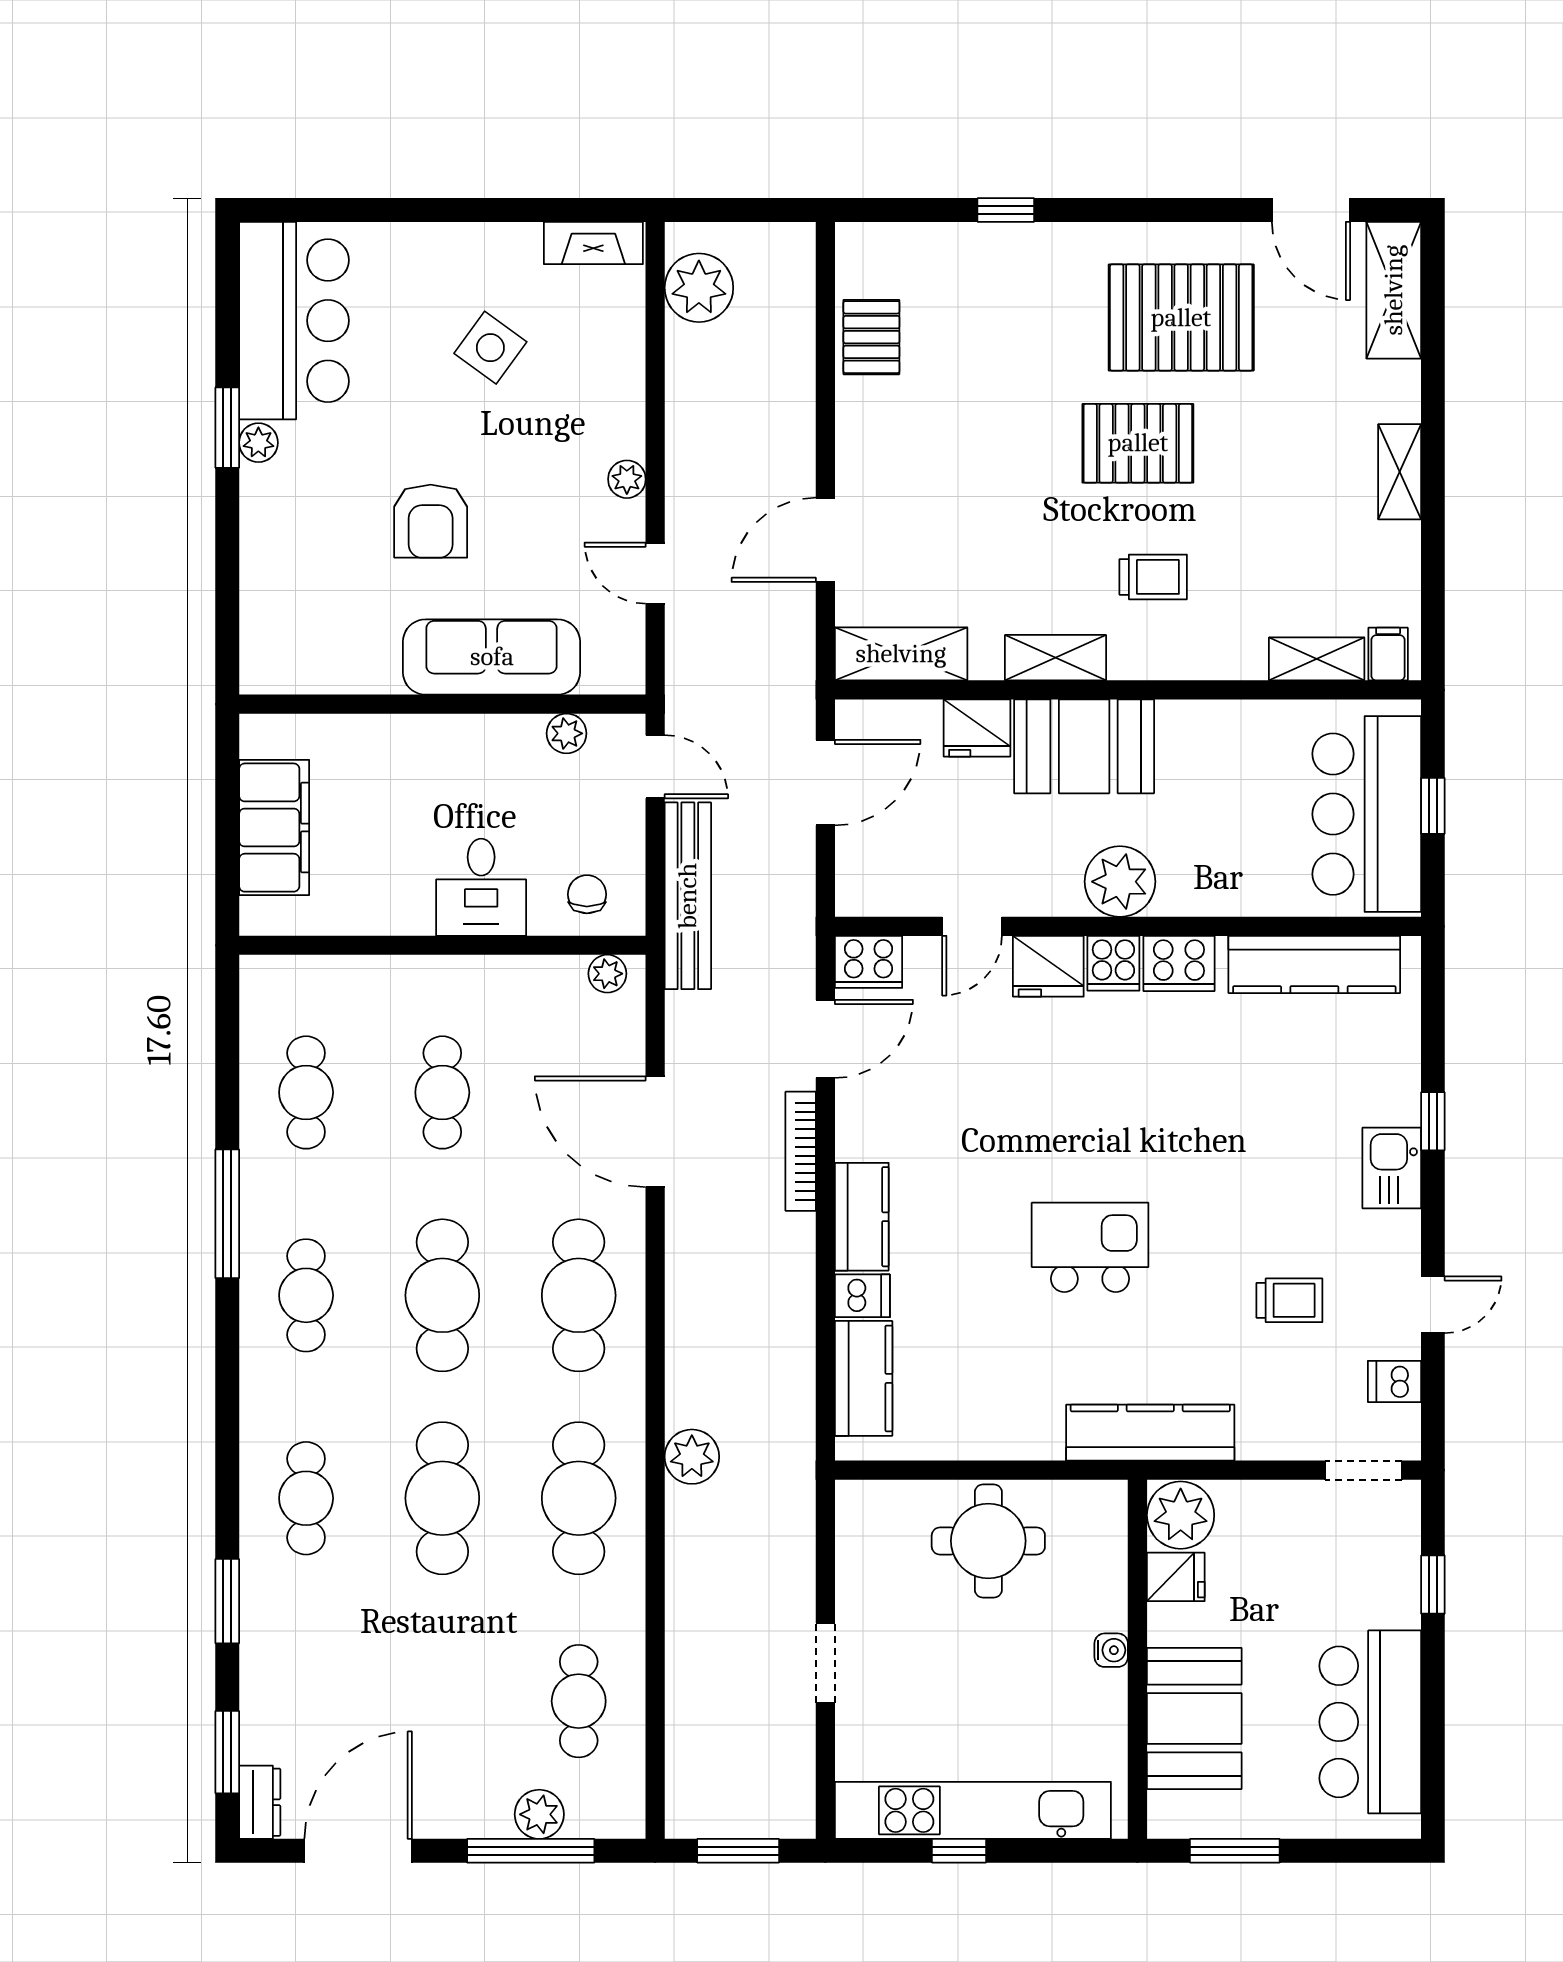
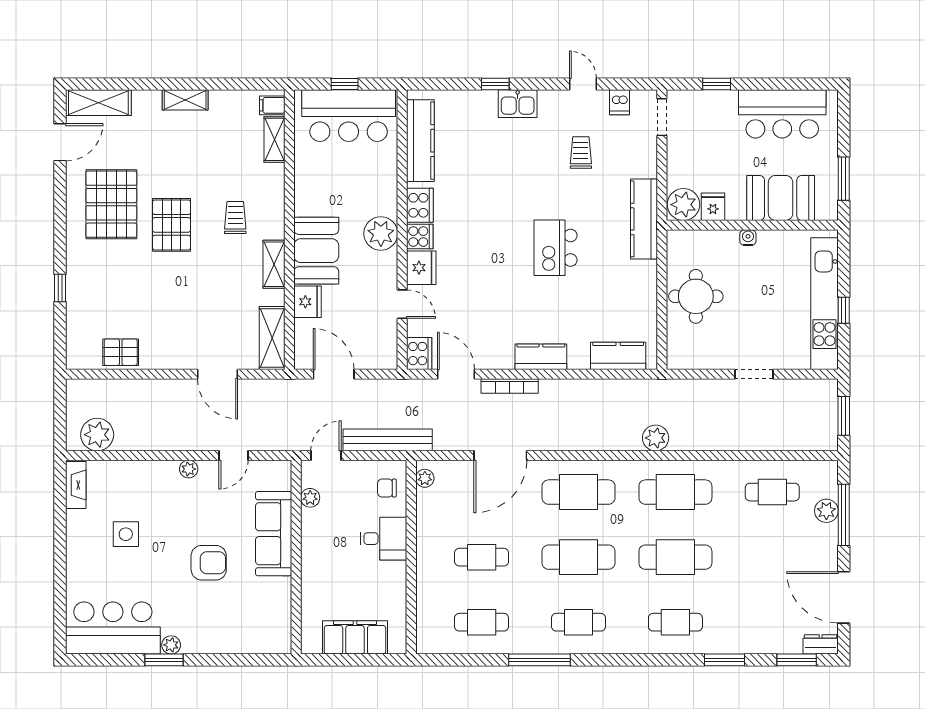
side table: (490, 348) -> (126, 534), turned -36
dishwasher: (862, 1296) -> (579, 357), removed

